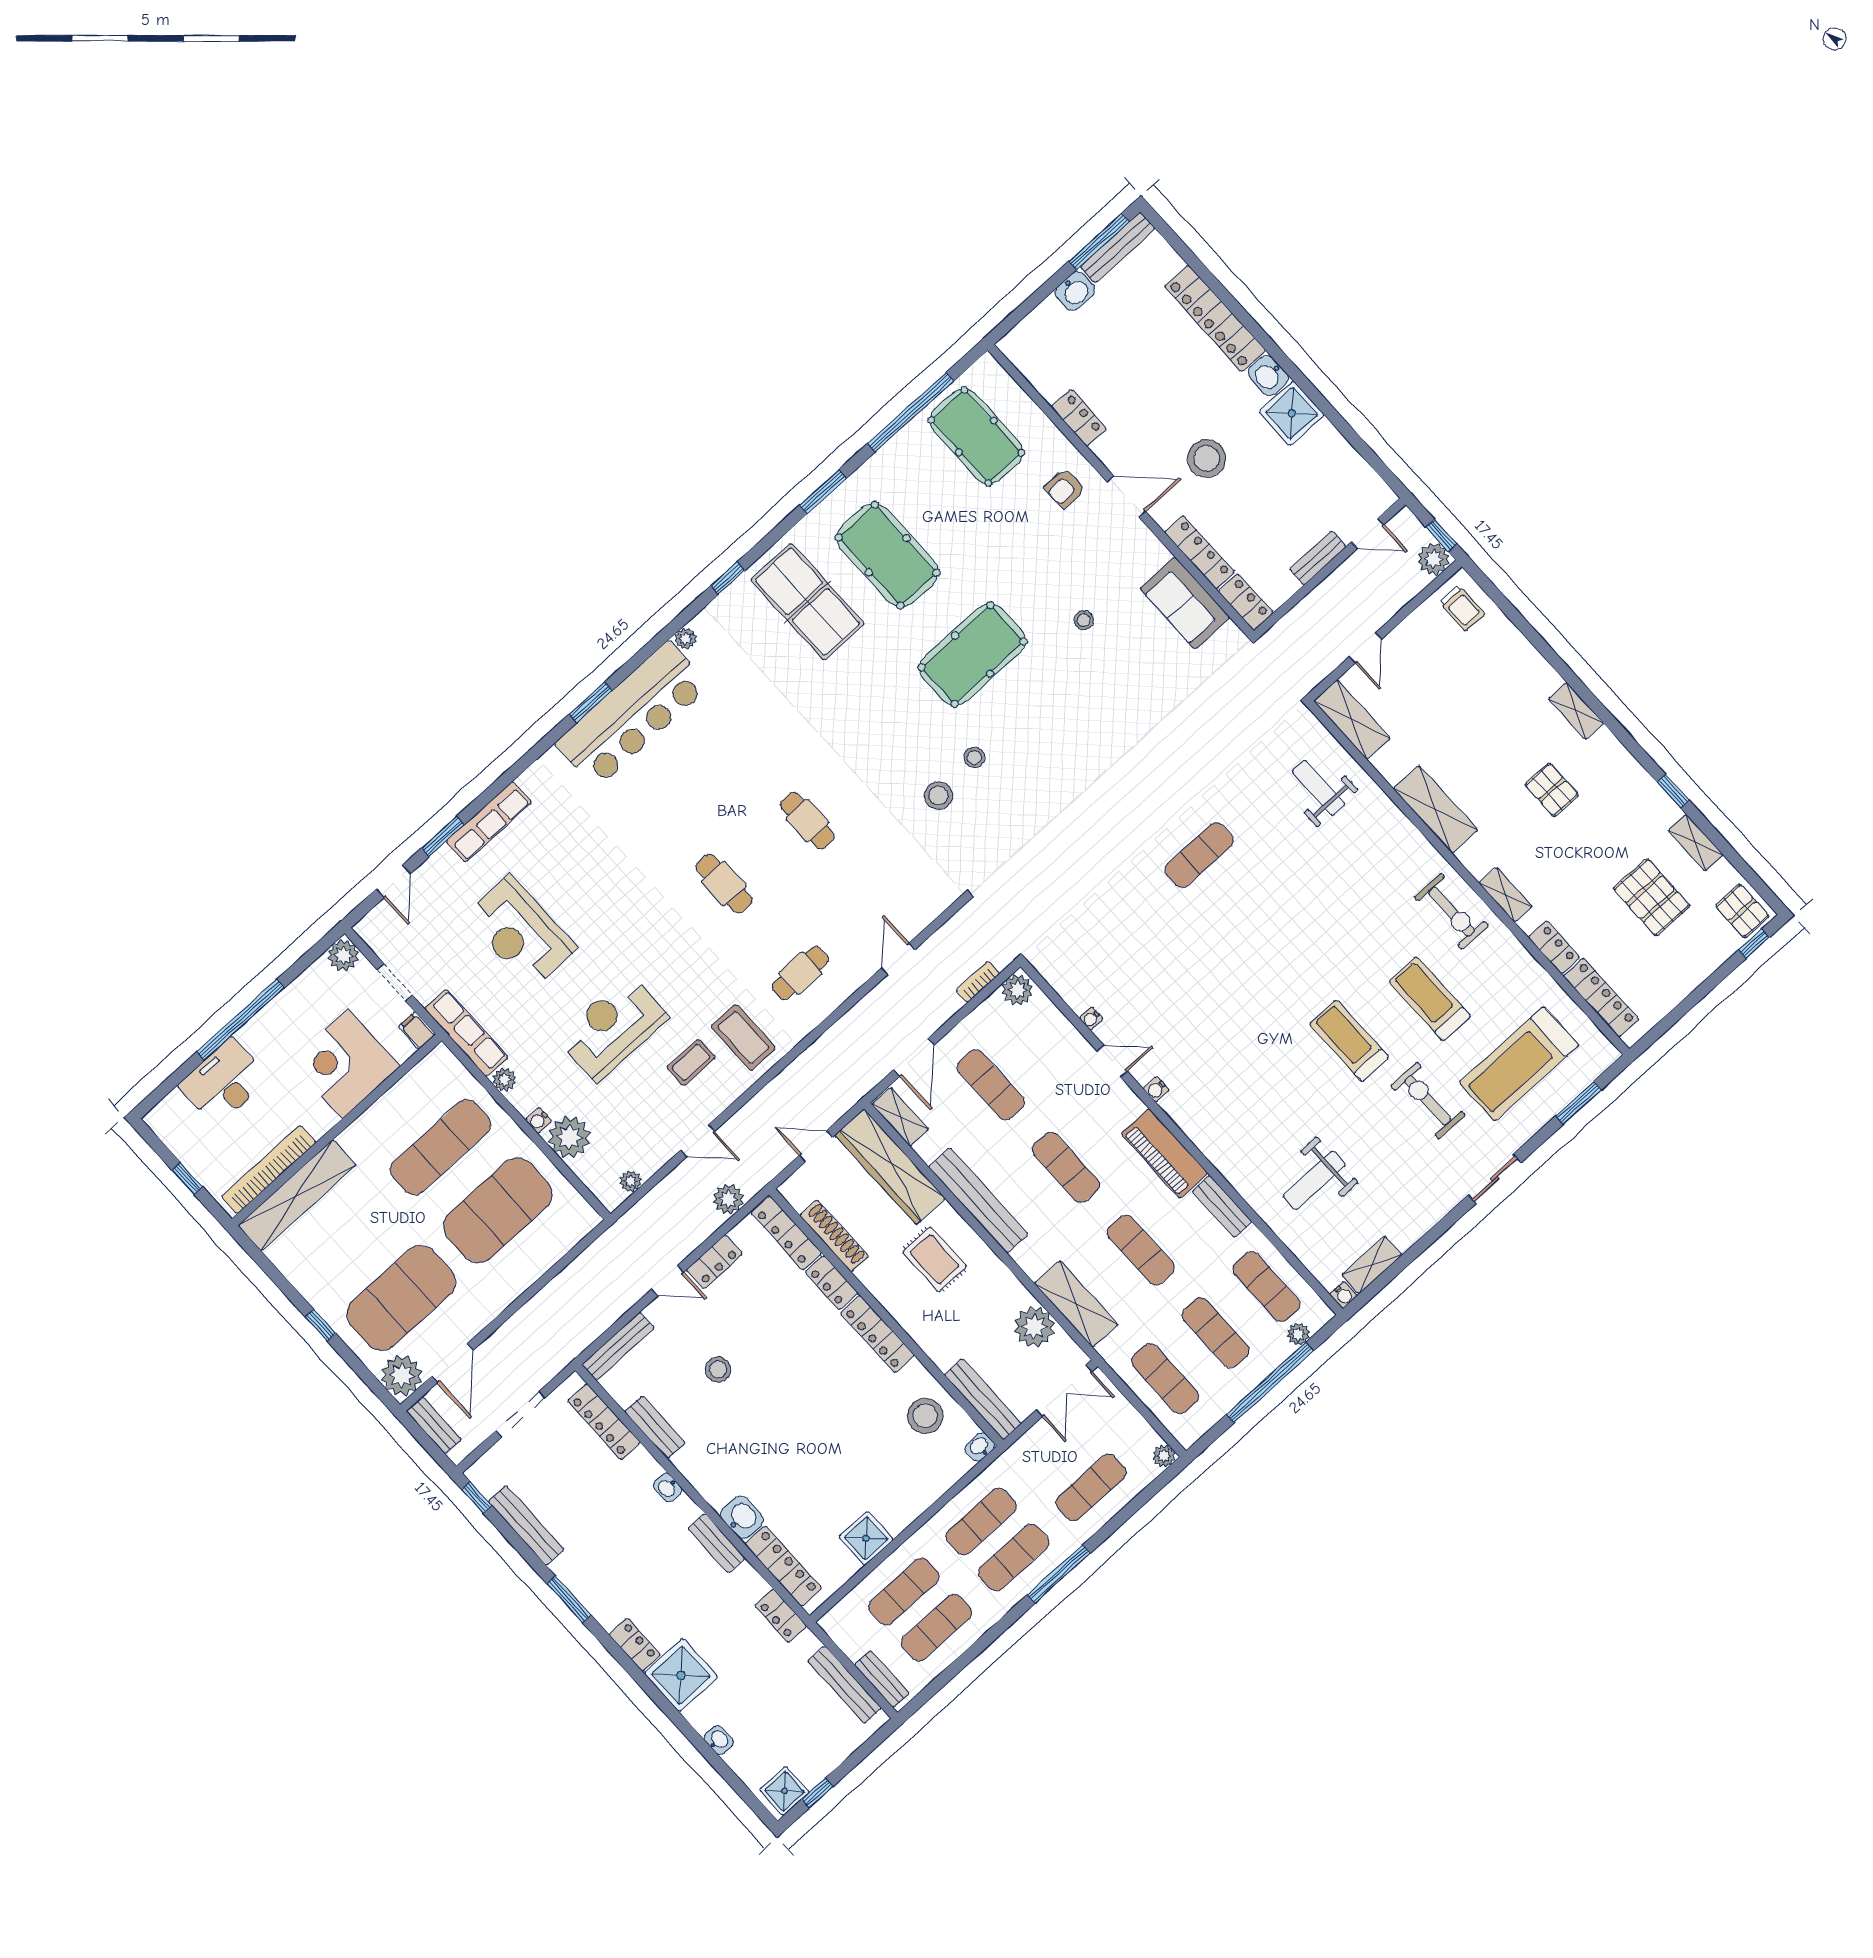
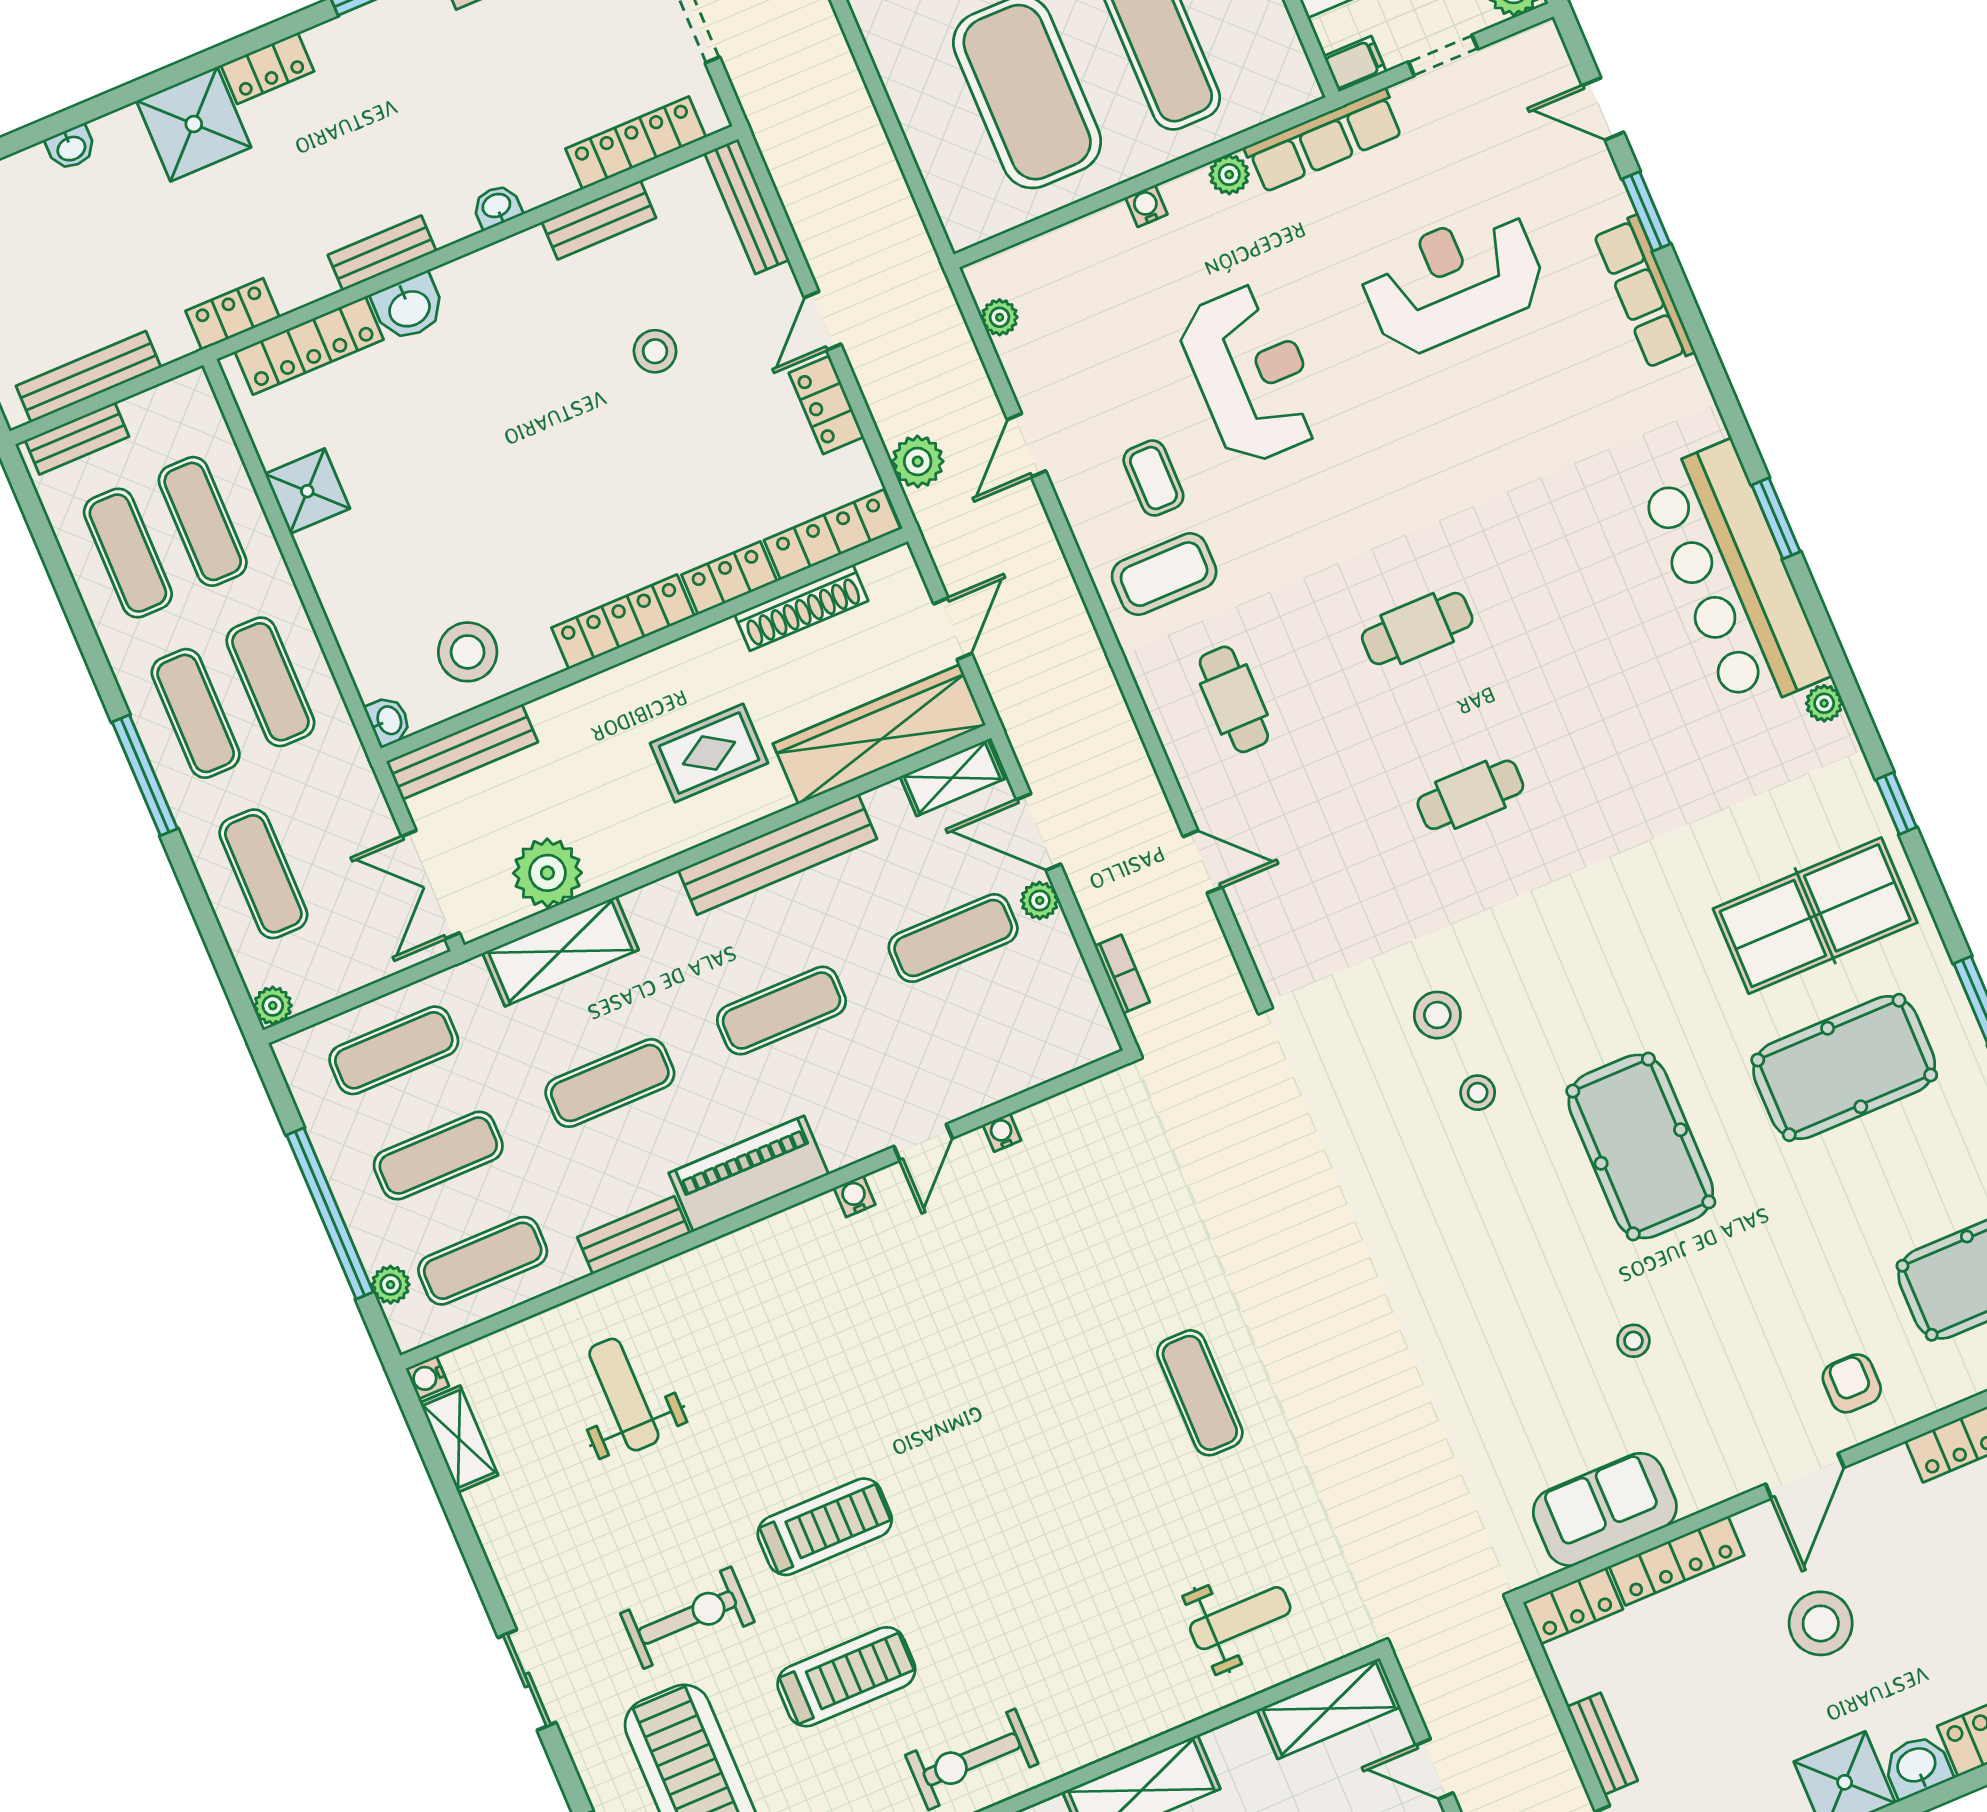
plant: (1017, 990) -> (1040, 900), moved, width x0.73, depth x0.73
plant: (569, 1137) -> (1103, 245), removed

